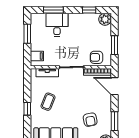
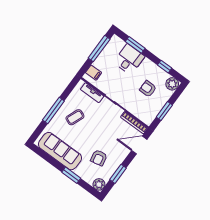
window: (27, 34) -> (99, 49), width x1.44
armchair: (96, 57) -> (148, 89), moved
door: (115, 86) -> (139, 145), hinge flipped
window: (27, 109) -> (53, 110), width x2.17

